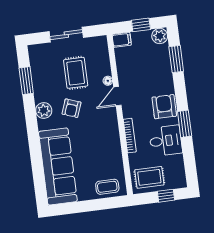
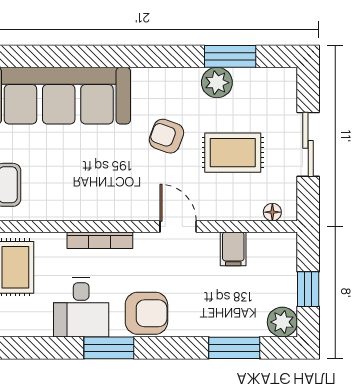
filing cabinet: (122, 40) -> (233, 249), moved
floor lamp: (108, 81) -> (272, 212), moved
plant: (44, 111) -> (217, 83), moved

